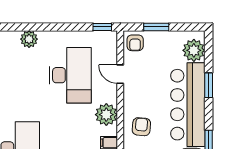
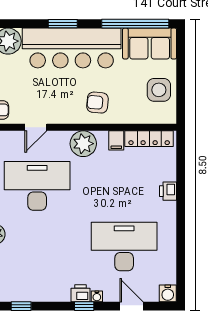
window: (209, 85) -> (63, 24), moved

